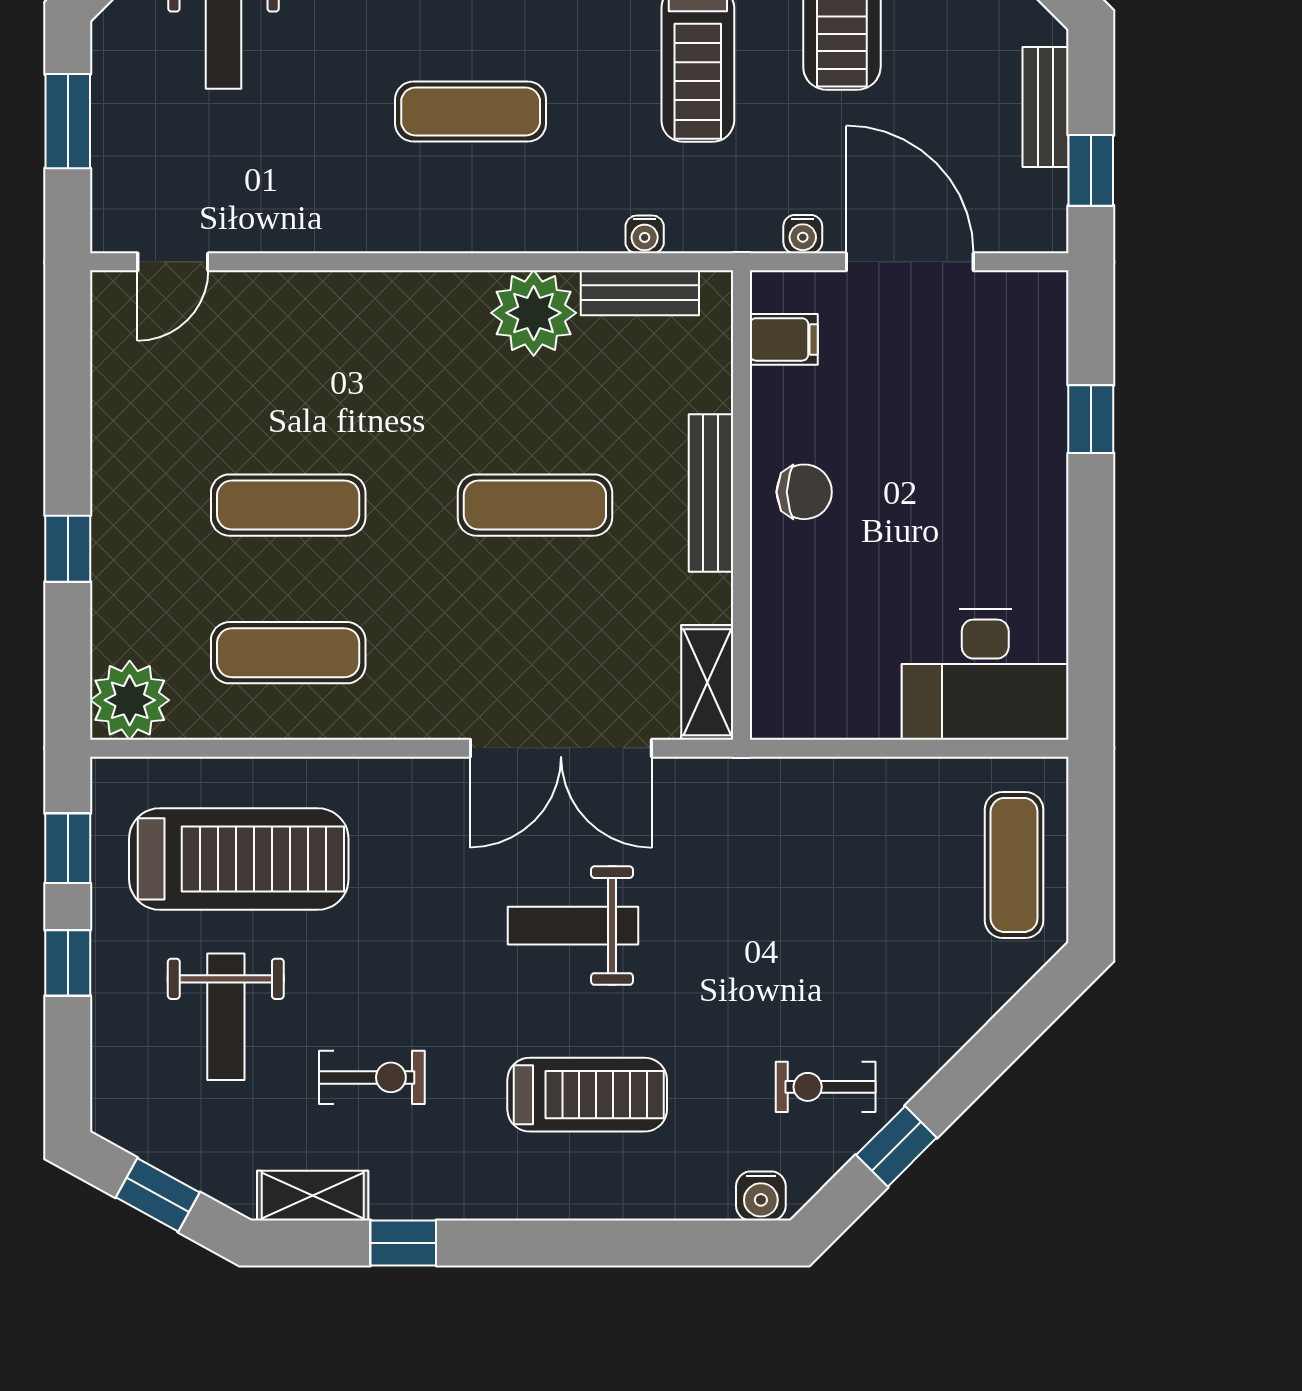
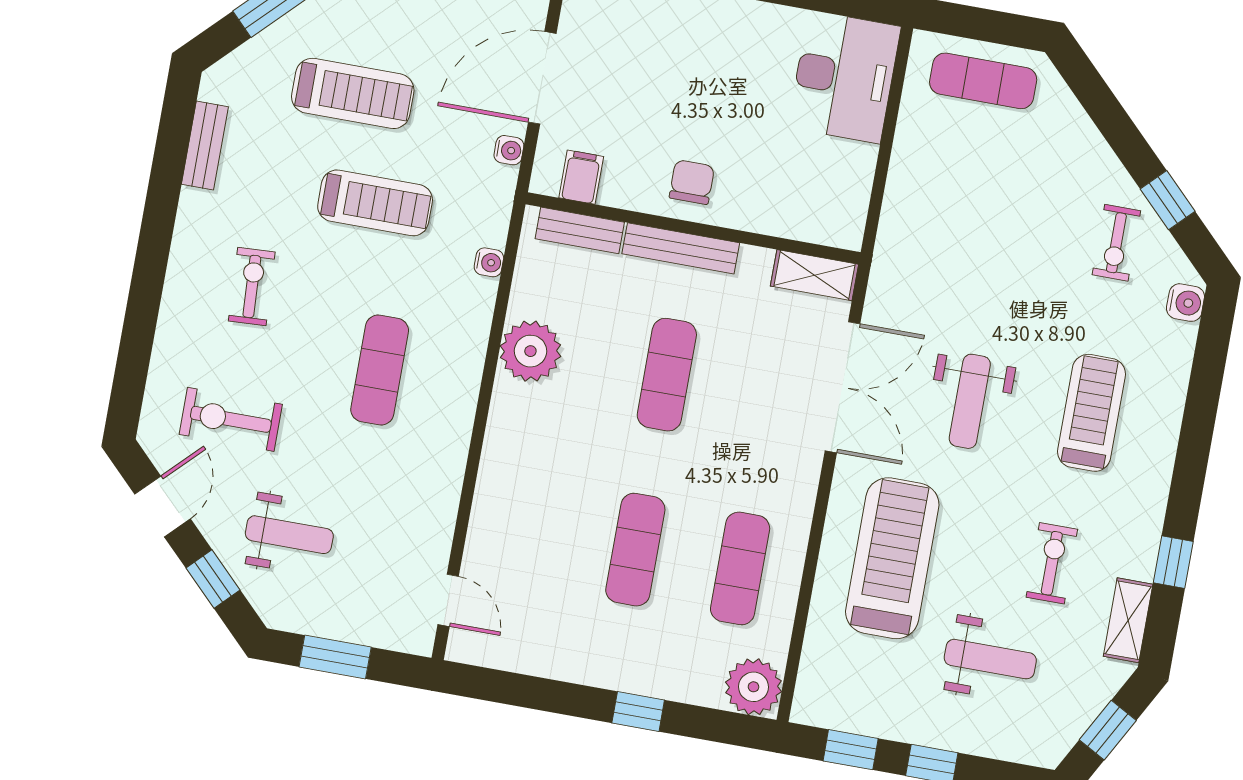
bench: (640, 293) -> (580, 230), moved, turned 90
treadmill: (239, 859) -> (892, 558), moved

